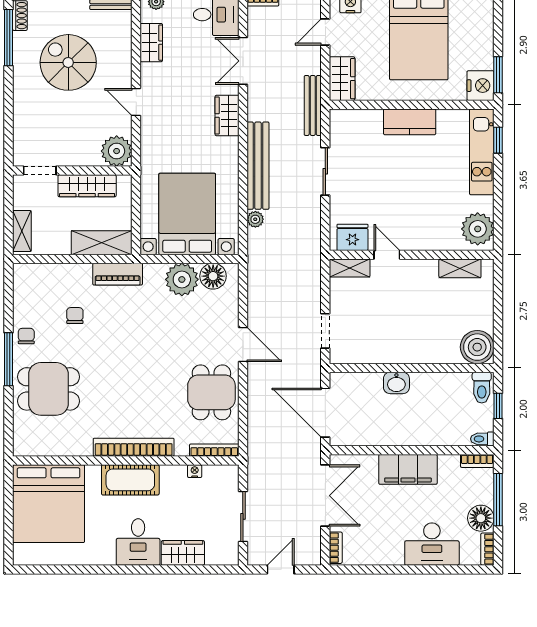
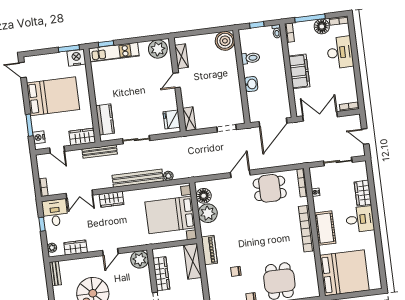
kitchen counter: (410, 122) -> (105, 119), moved
door: (387, 255) -> (177, 80), moved
toilet: (482, 388) -> (250, 58), moved

